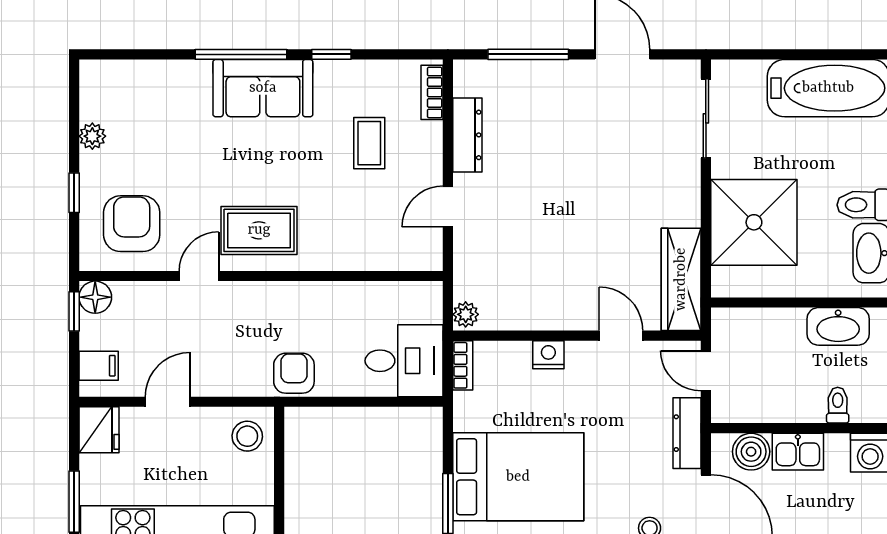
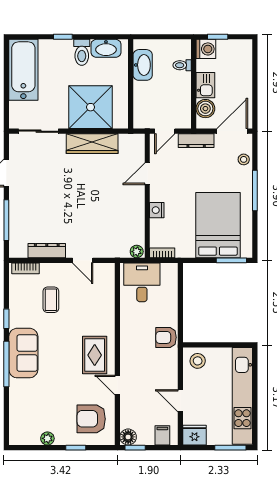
coffee table: (369, 143) -> (51, 300), turned 90
wardrobe: (681, 279) -> (92, 144), moved
desk: (404, 361) -> (142, 282), moved

